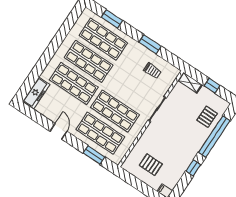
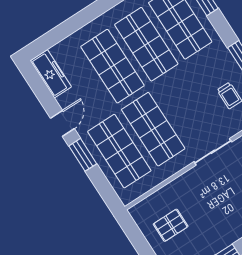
freezer: (36, 93) -> (51, 74), moved, turned -90
window: (94, 155) -> (83, 155), moved
pallet: (151, 165) -> (171, 225), turned 90

